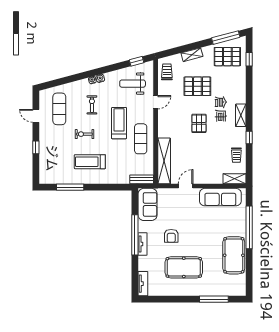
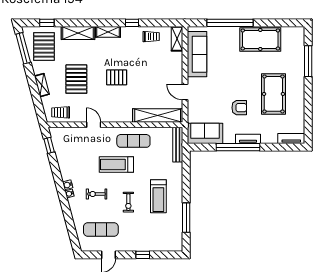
weight bench: (133, 84) -> (73, 150), removed
shelving: (240, 88) -> (78, 33), added
bench: (142, 179) -> (178, 145), width x1.36

